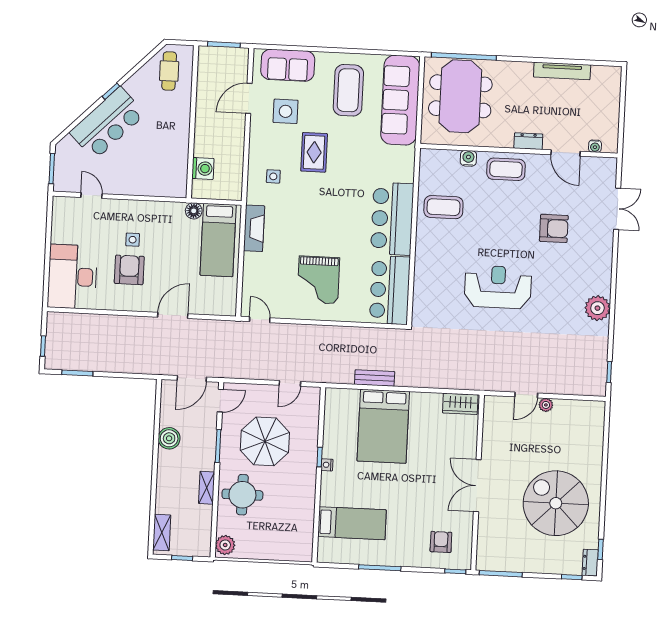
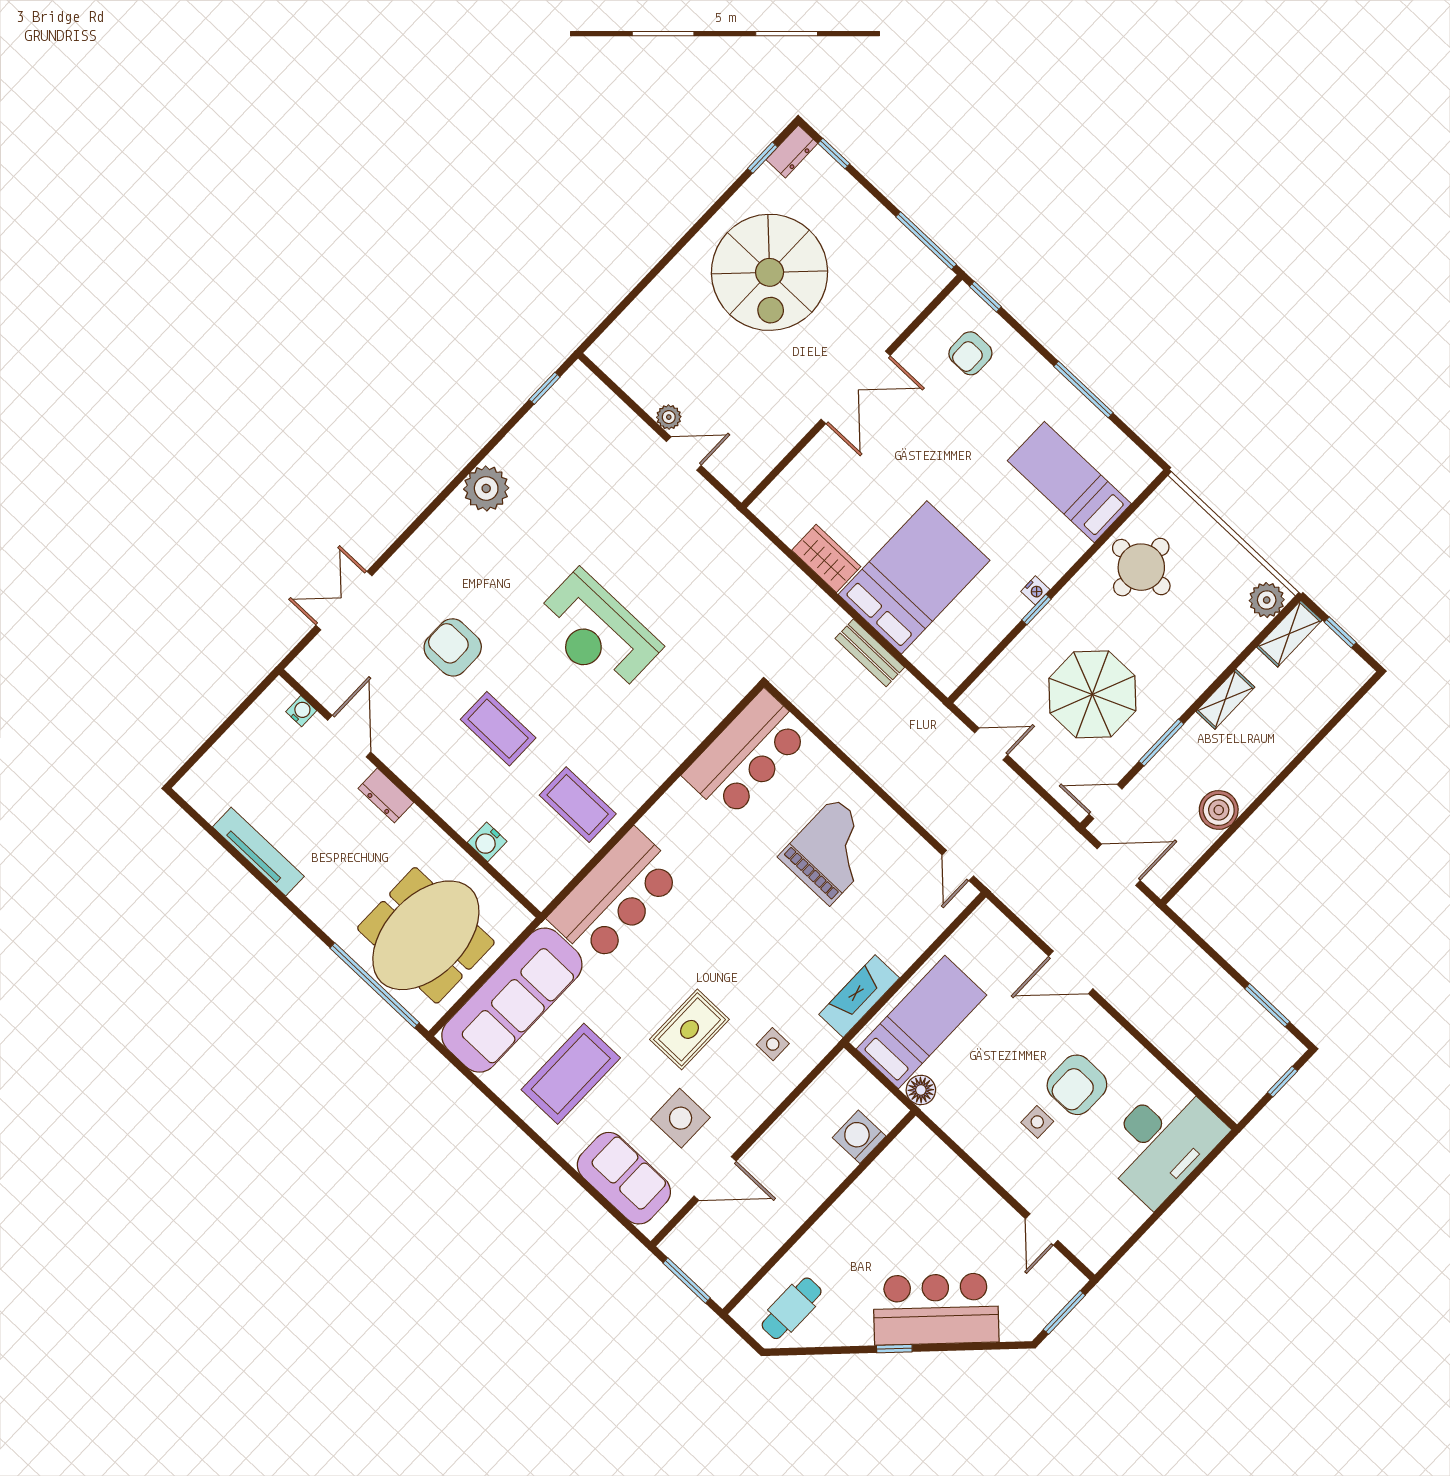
coffee table: (506, 169) -> (498, 729), moved
bar counter: (392, 219) -> (616, 896), moved
wardrobe: (460, 404) -> (826, 558), moved
round table: (242, 495) -> (1141, 567), moved
shelving: (162, 533) -> (1289, 634), moved

